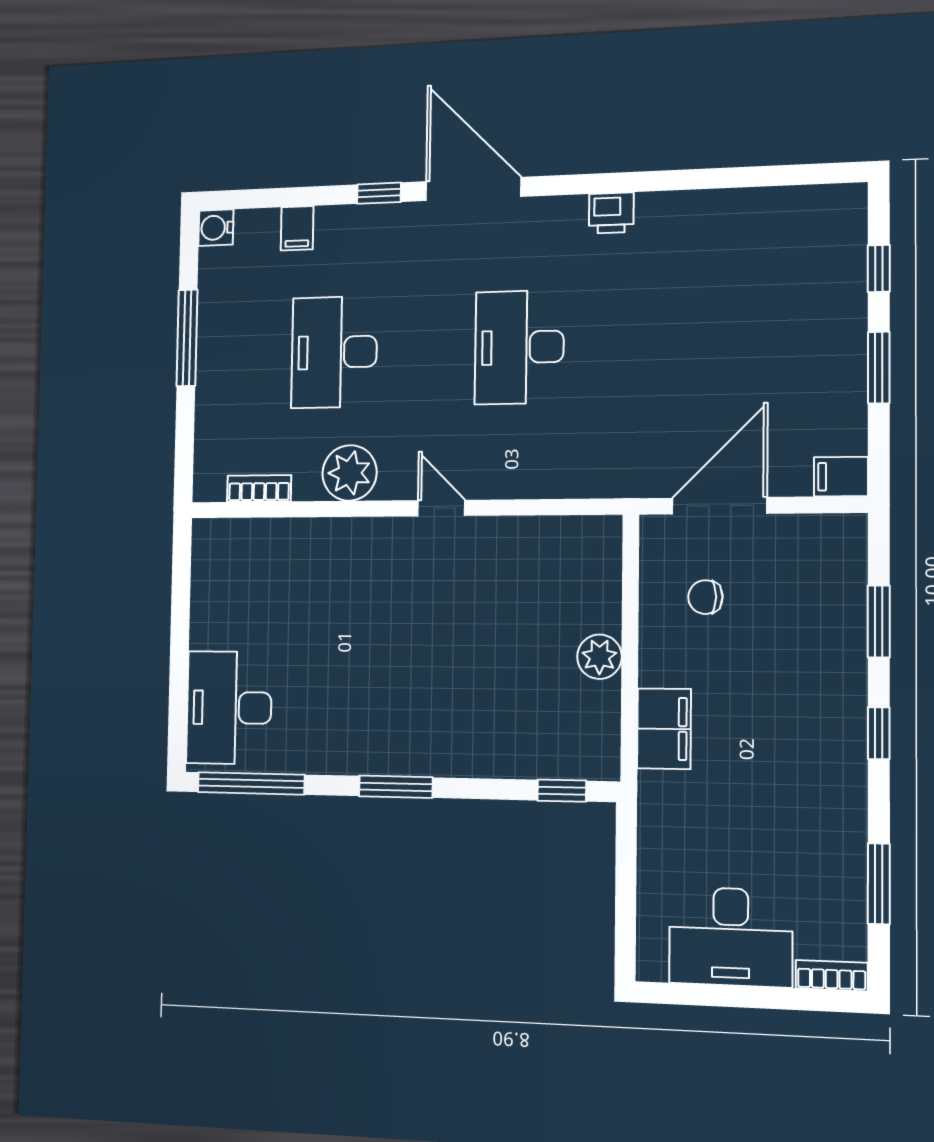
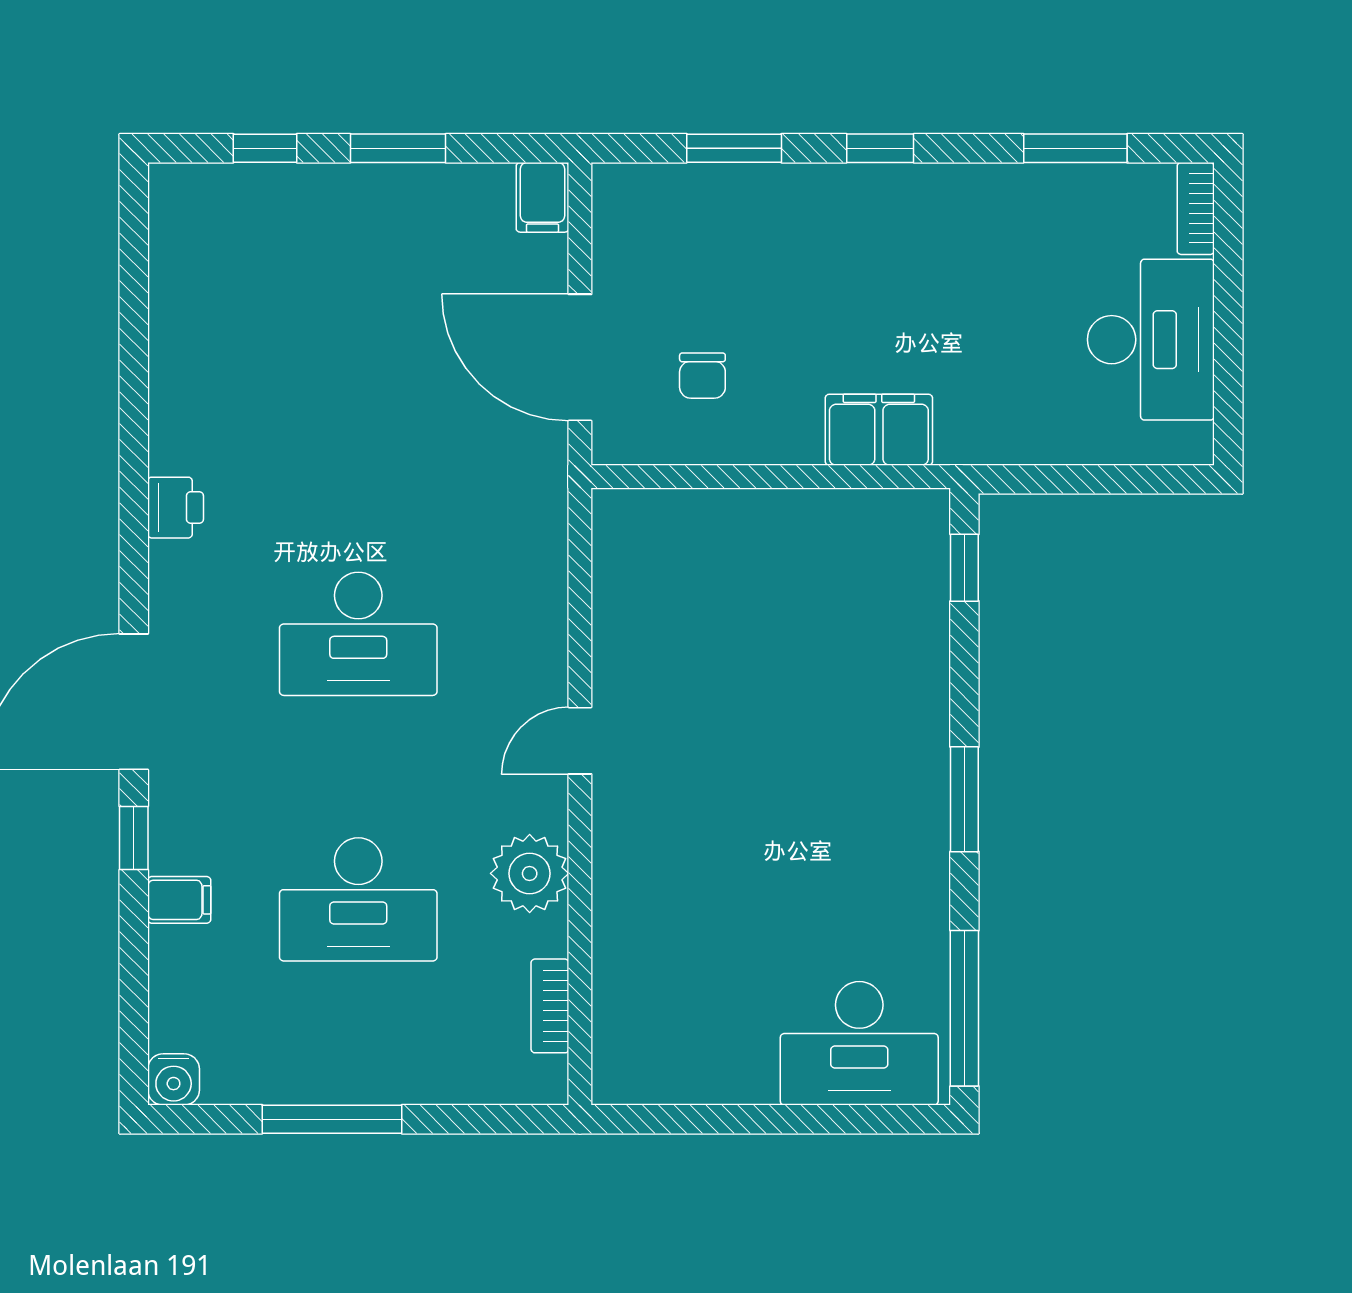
filing cabinet: (297, 228) -> (179, 900), moved
plant: (599, 657) -> (783, 518), removed

